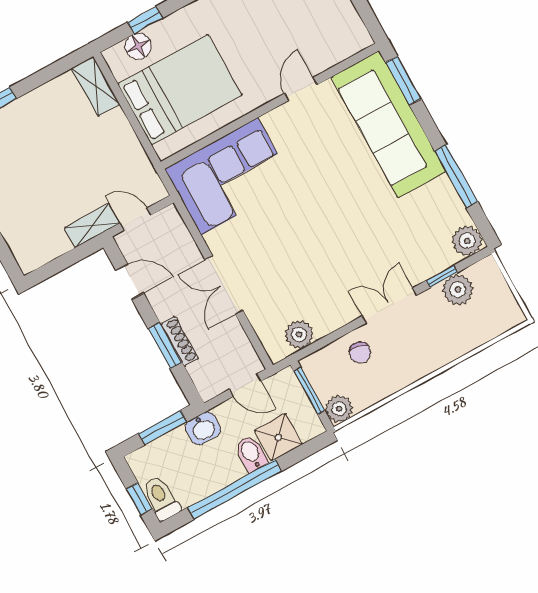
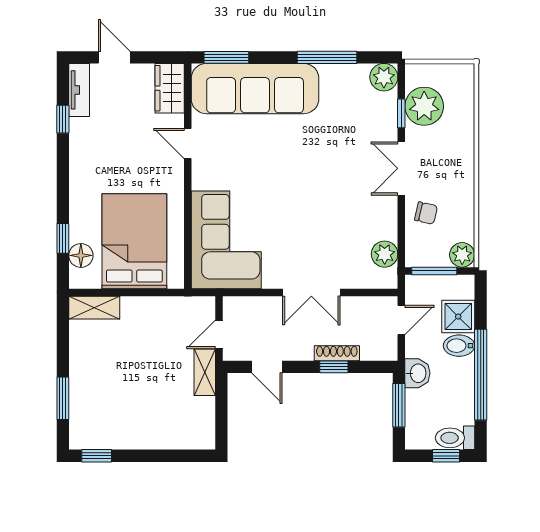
wardrobe: (344, 43) -> (170, 88), added
door: (130, 282) -> (267, 367), swing flipped
plant: (458, 290) -> (424, 106), width x1.36, depth x1.36
window: (165, 346) -> (334, 367), width x0.67

